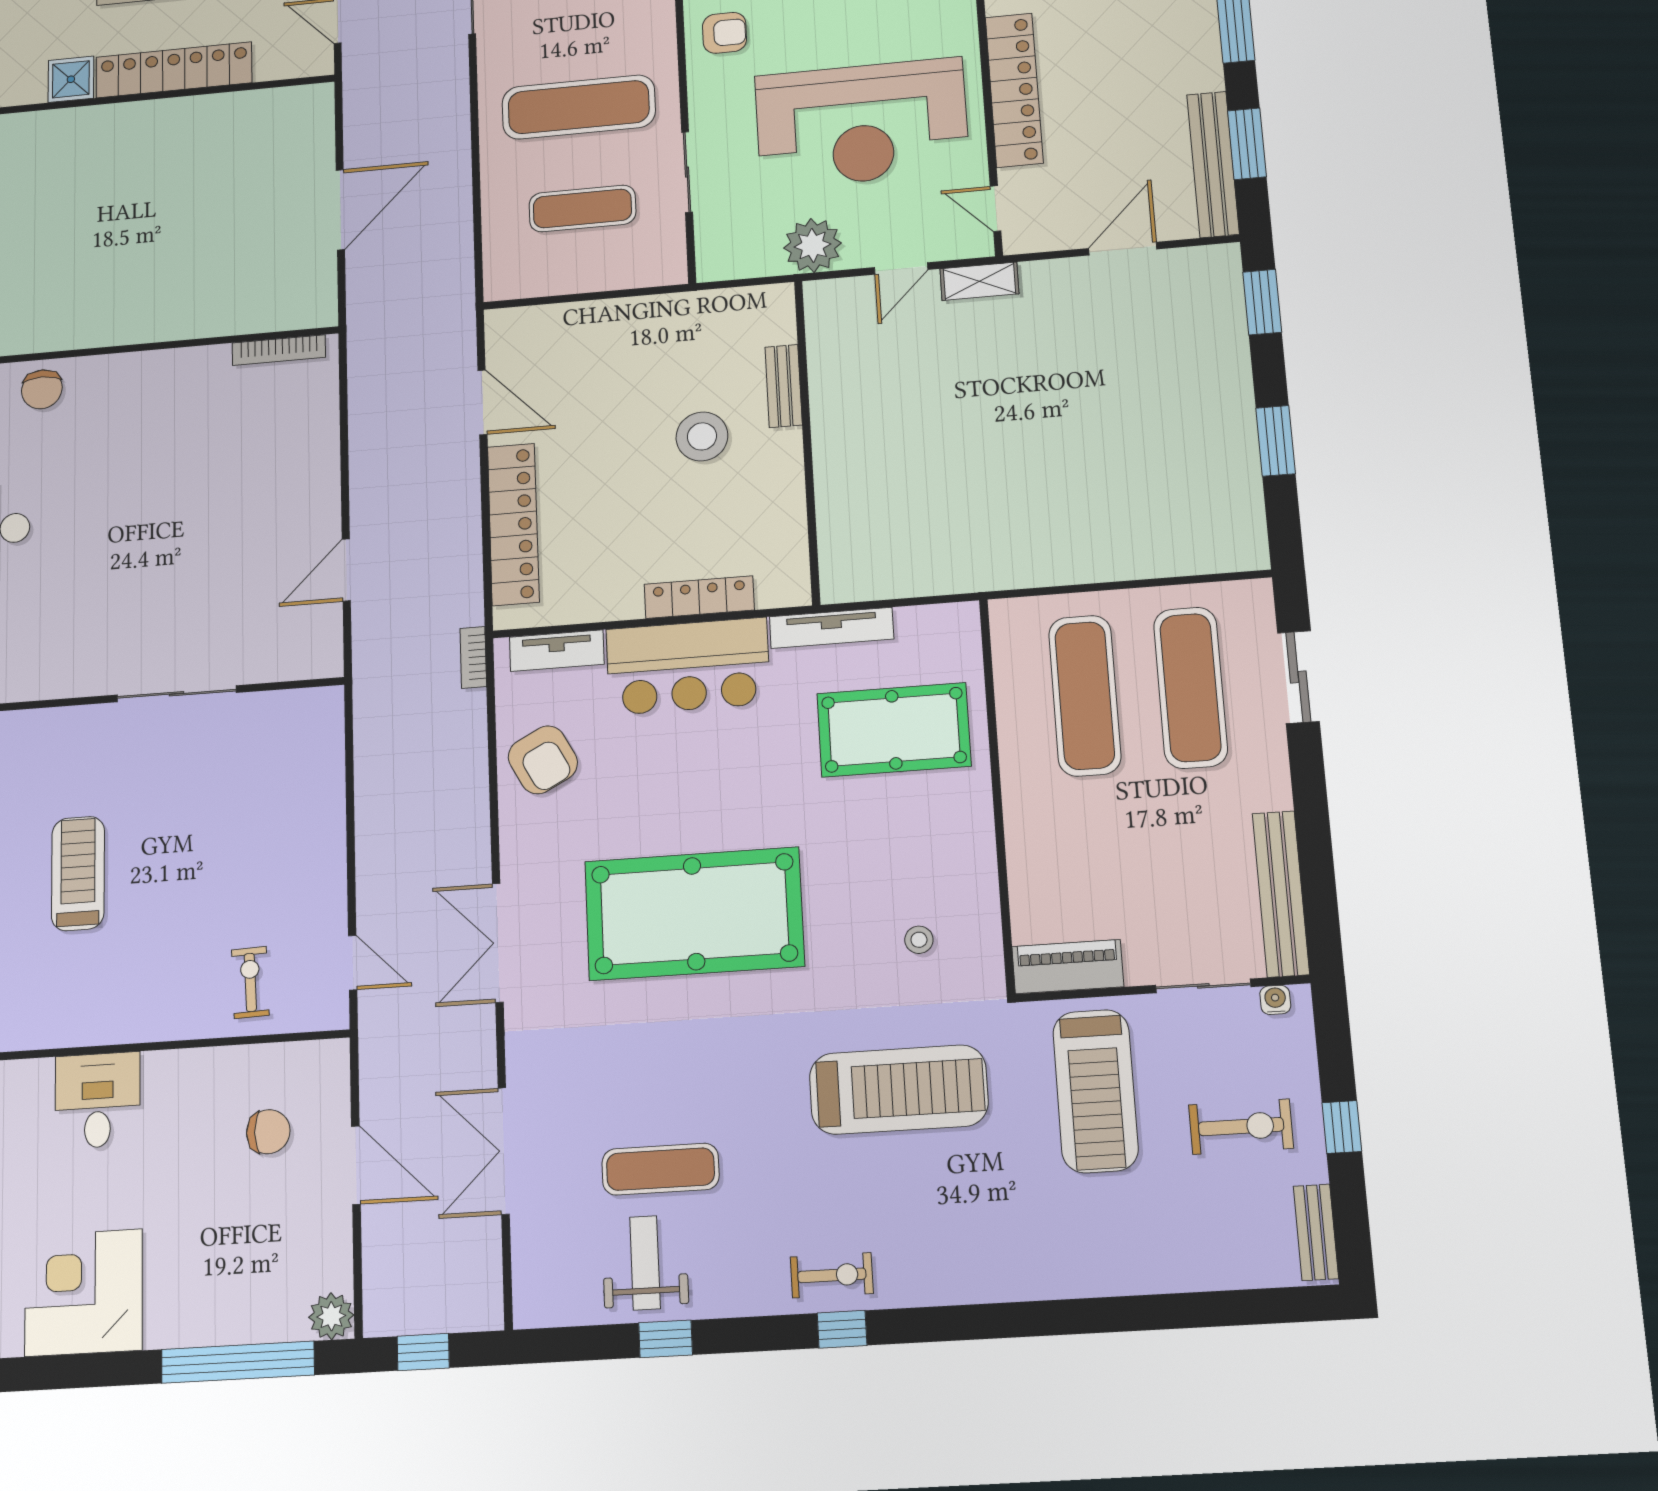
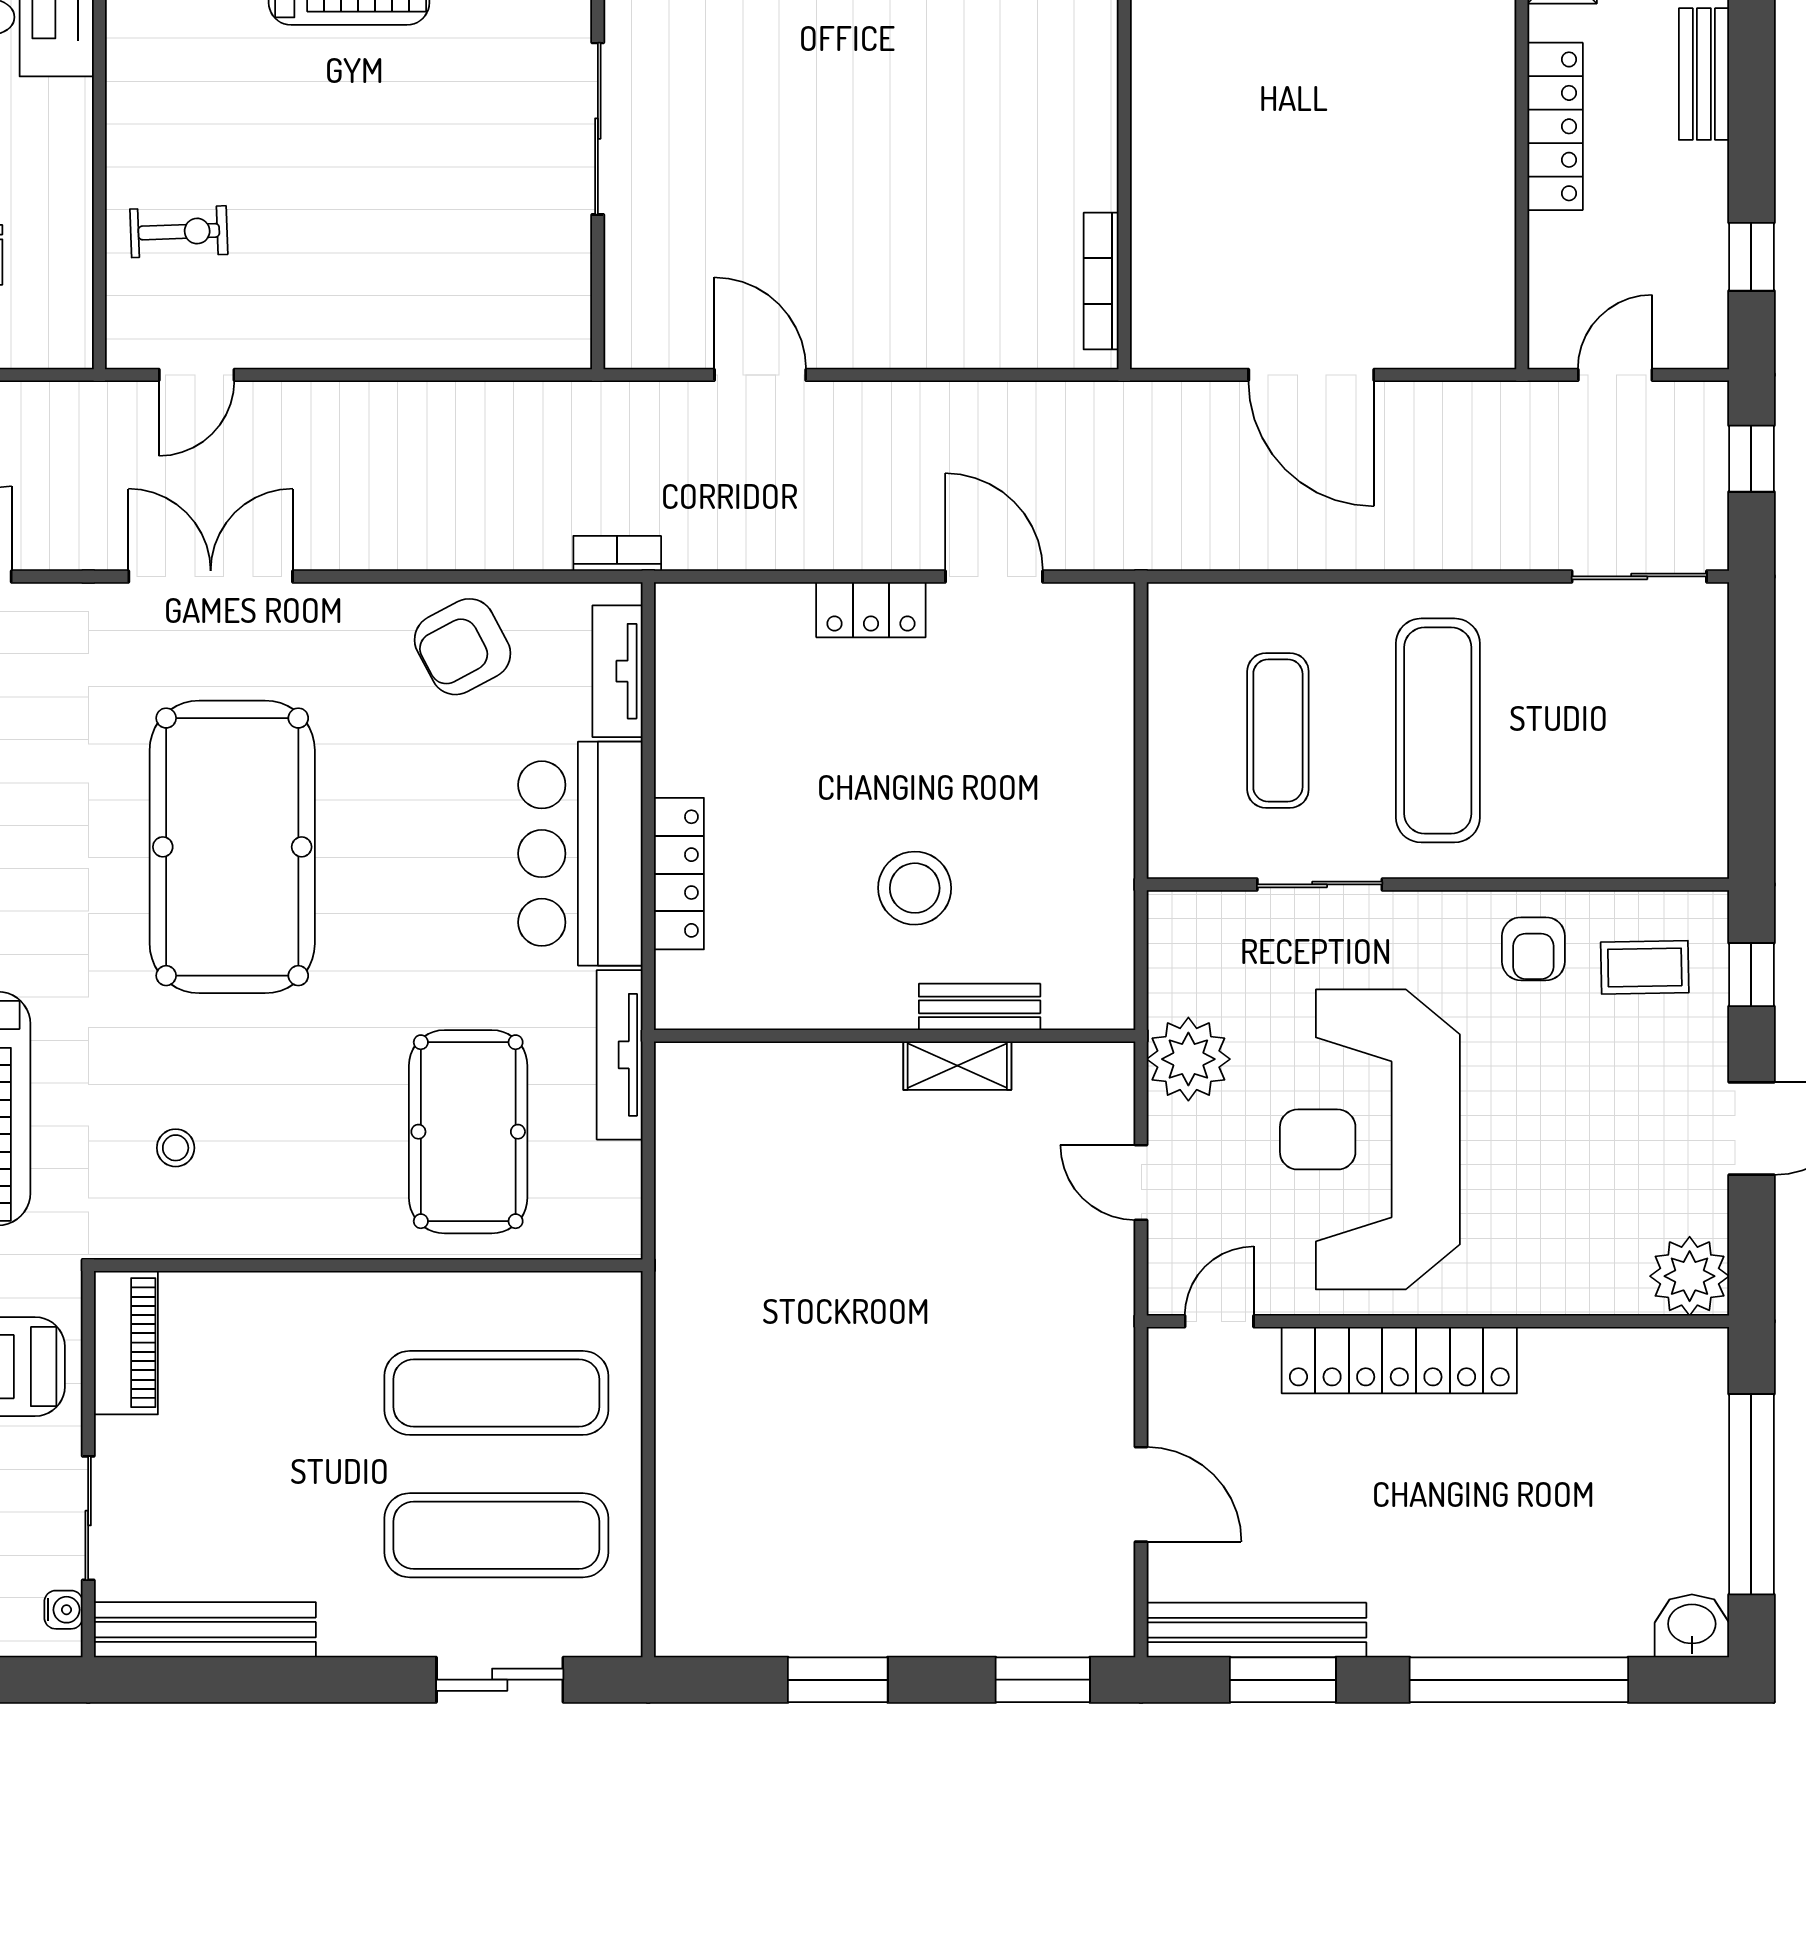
locker: (174, 70) -> (1555, 126), width x0.71, depth x0.83
shelving: (979, 281) -> (957, 1066), moved, turned 90
door: (482, 402) -> (994, 576), swing flipped
locker: (513, 524) -> (871, 610), width x0.46, depth x0.83

